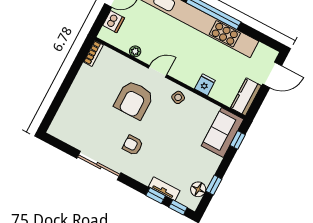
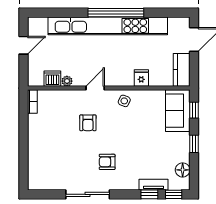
dishwasher: (114, 22) -> (52, 79), moved, turned -90
armchair: (134, 100) -> (88, 123), width x0.53, depth x0.53
window: (214, 185) -> (194, 144), moved

